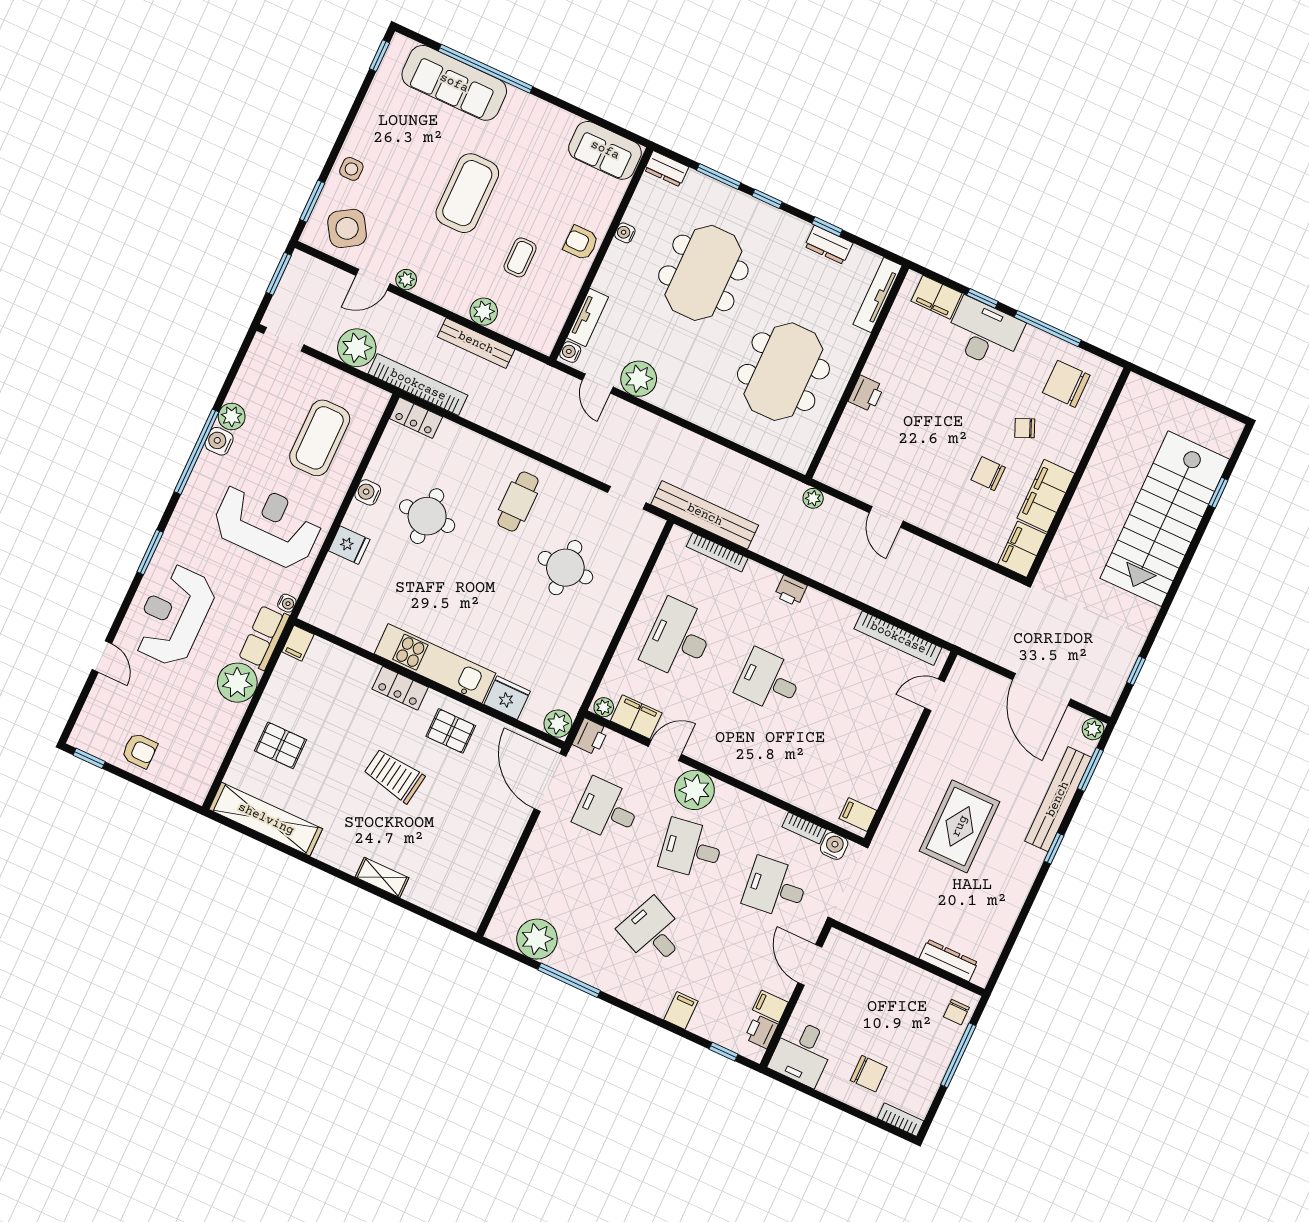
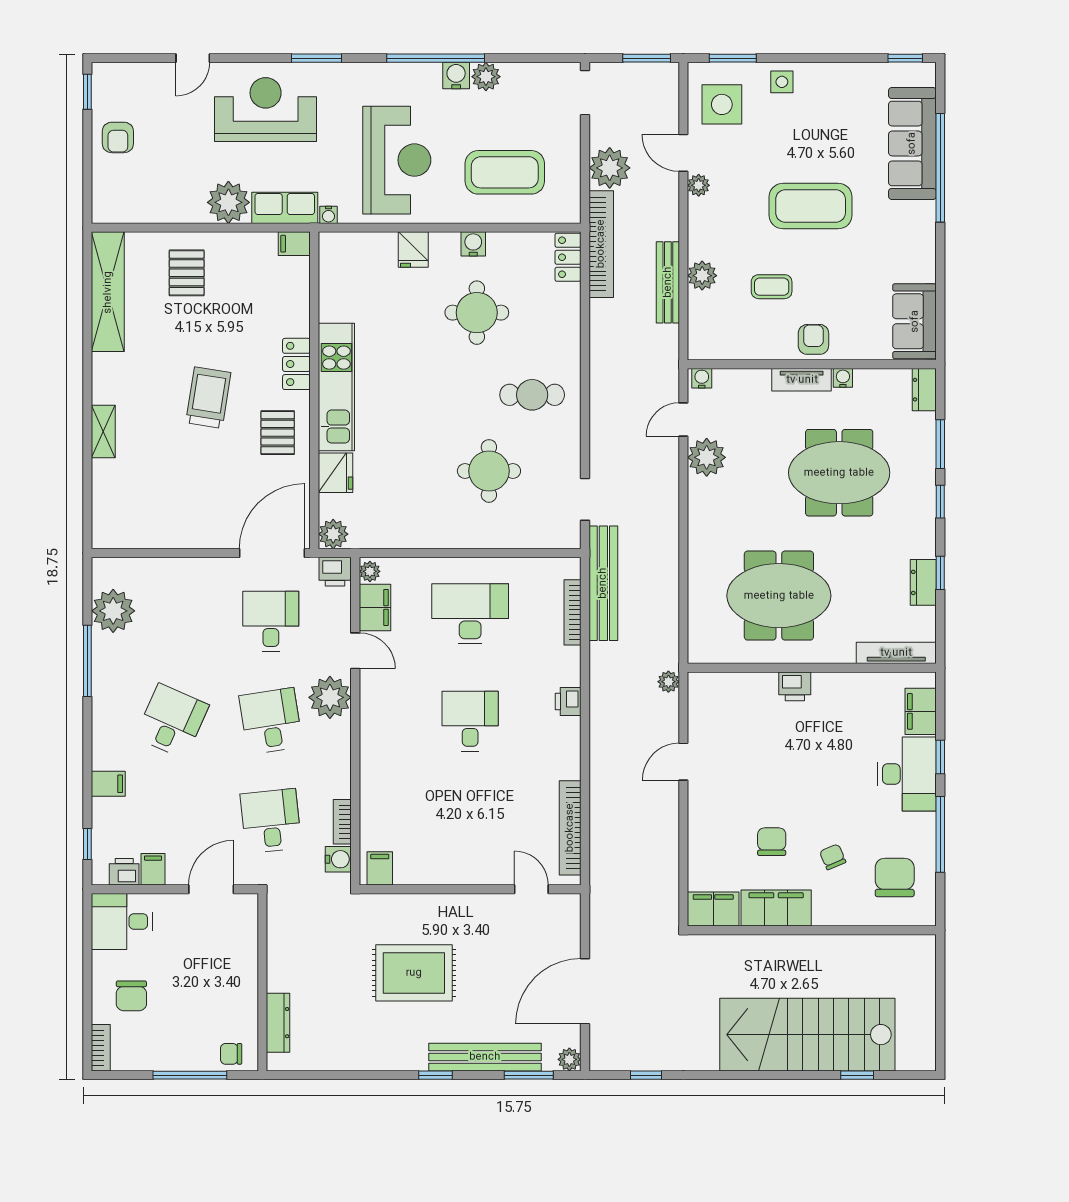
side table: (347, 228) -> (722, 104), turned 32
tv unit: (588, 317) -> (802, 380), moved

